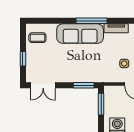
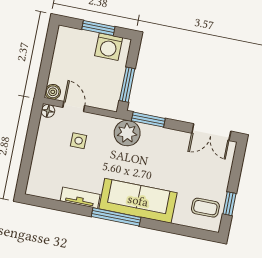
window: (23, 59) -> (230, 204), moved
plant: (95, 74) -> (127, 133), added
double door: (43, 85) -> (211, 132), swing flipped

